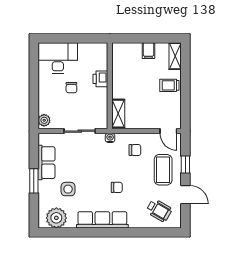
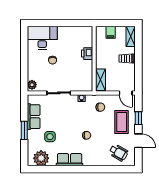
printer: (100, 79) -> (87, 54), moved
wall: (110, 86) -> (94, 59), moved
shelving: (118, 114) -> (101, 80), moved
row of seats: (102, 220) -> (70, 160), width x0.68

